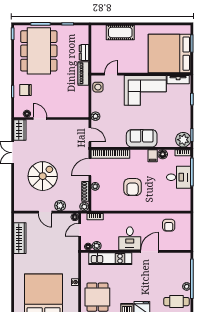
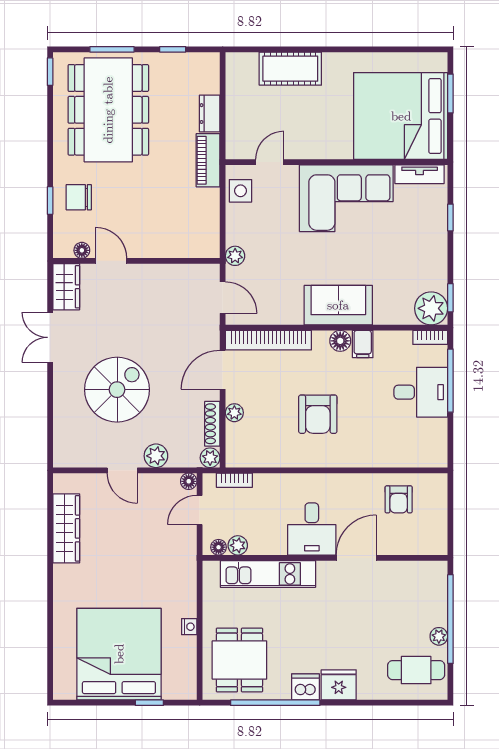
floor lamp: (163, 154) -> (340, 341), moved

